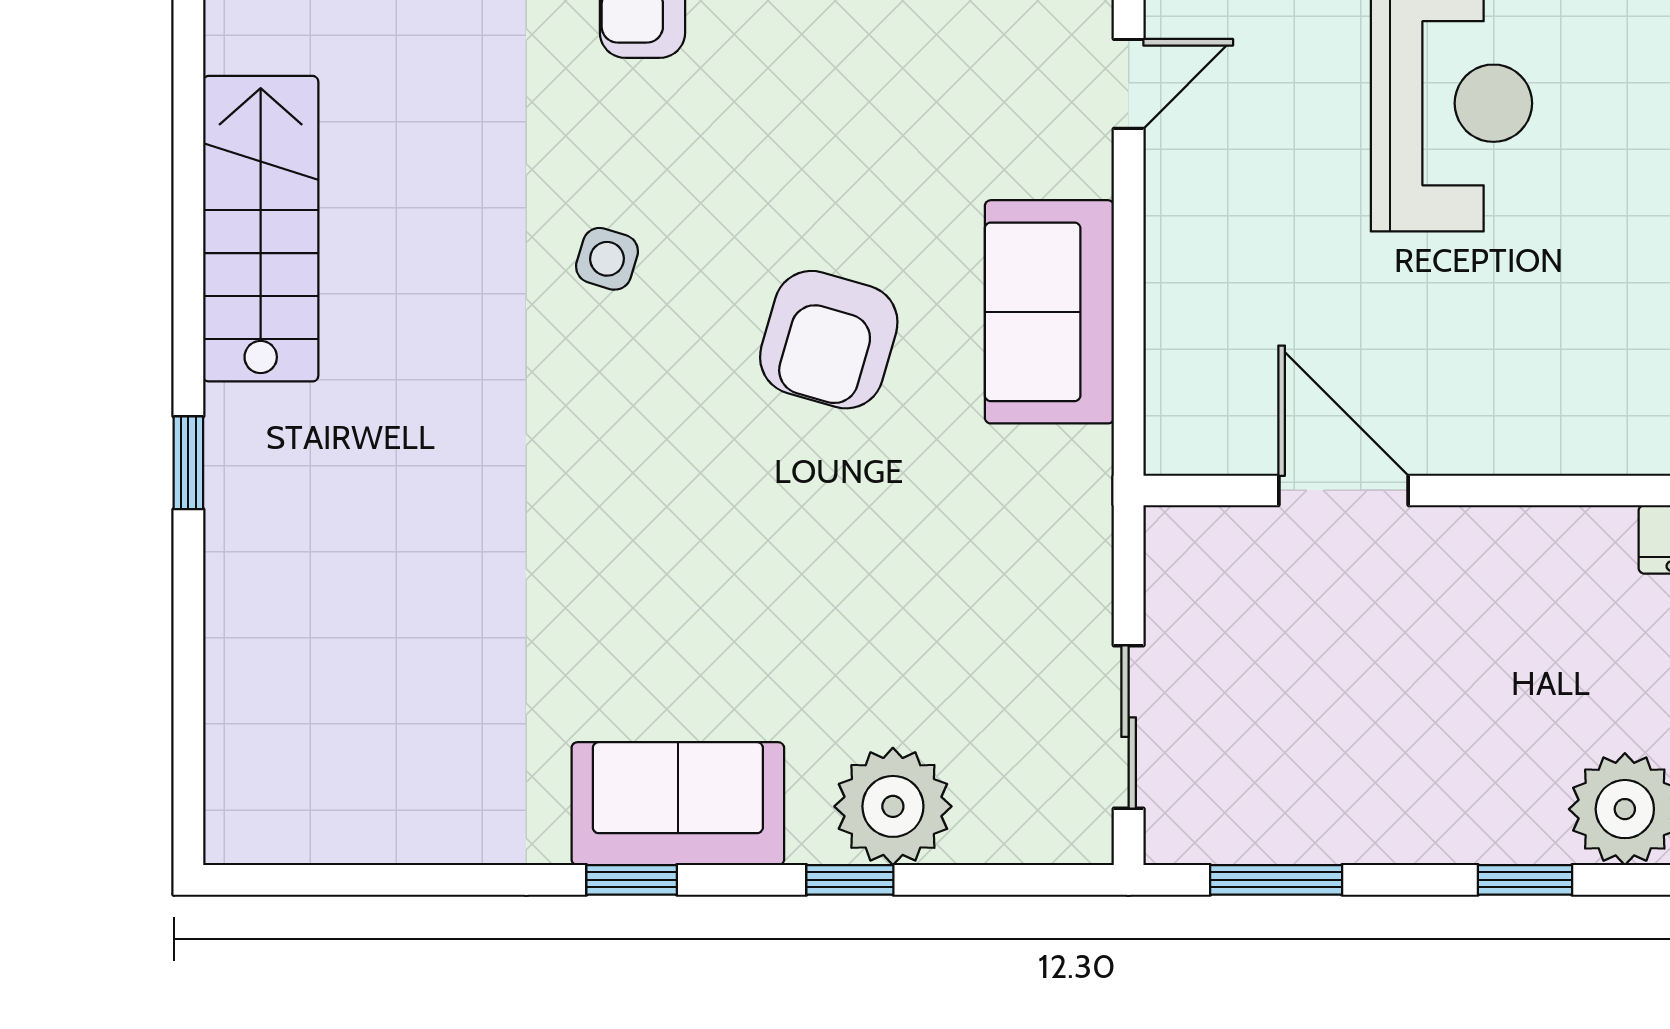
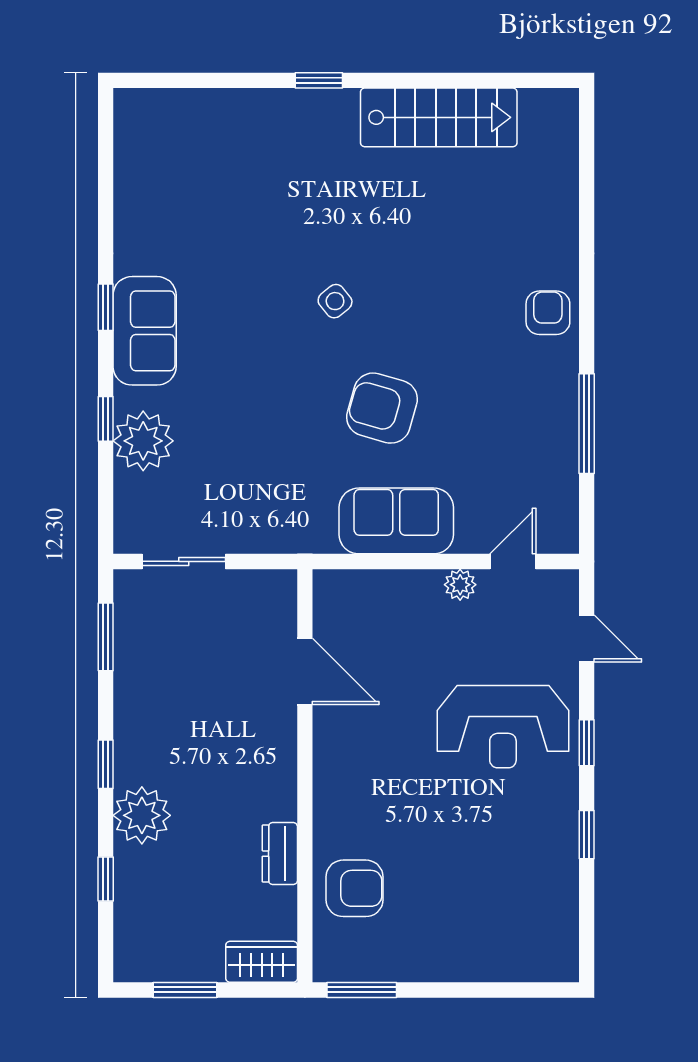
door: (1129, 84) -> (513, 561), swing flipped
plant: (1174, 187) -> (460, 585), added
side table: (607, 259) -> (335, 301), moved, turned 34
door: (1343, 490) -> (305, 671), hinge flipped

